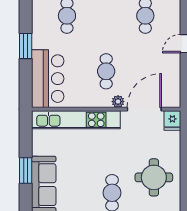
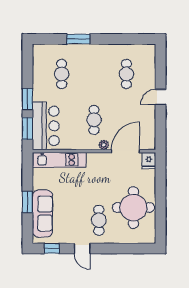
window: (26, 82) -> (27, 129), added
kitchen unit: (76, 120) -> (59, 160), width x0.73
round table: (154, 177) -> (133, 208), width x1.36, depth x1.36

